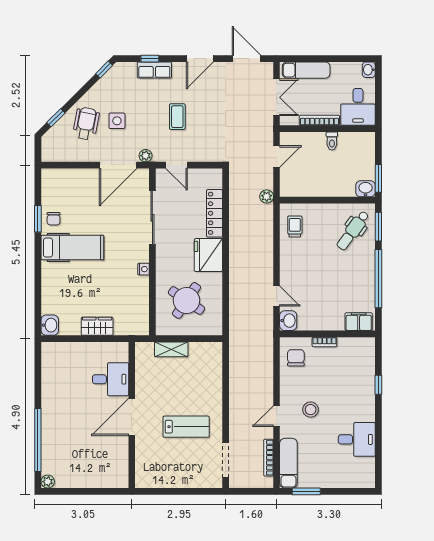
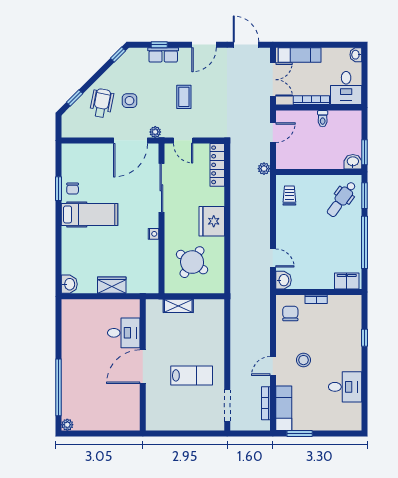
locker: (215, 213) -> (217, 165), moved

